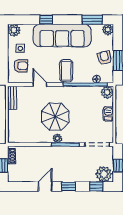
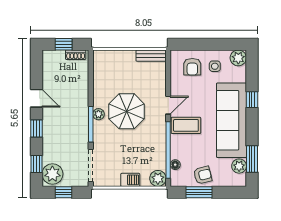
plant: (108, 30) -> (239, 166), moved
door: (40, 84) -> (168, 105), moved

